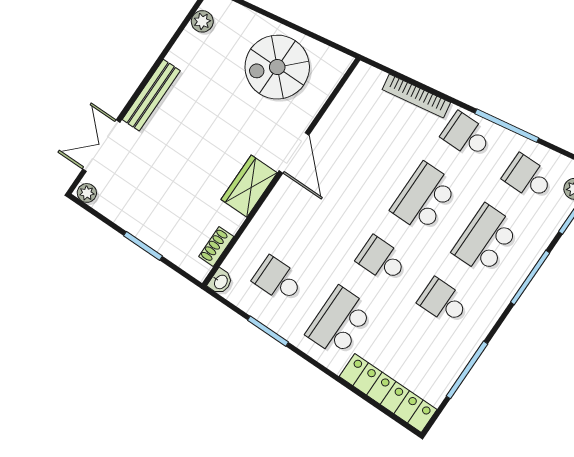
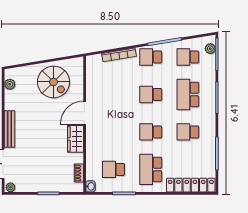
spiral stairs: (277, 67) -> (54, 82), turned -90
door: (294, 153) -> (85, 113), swing flipped
school desk: (424, 198) -> (151, 94), width x0.54

